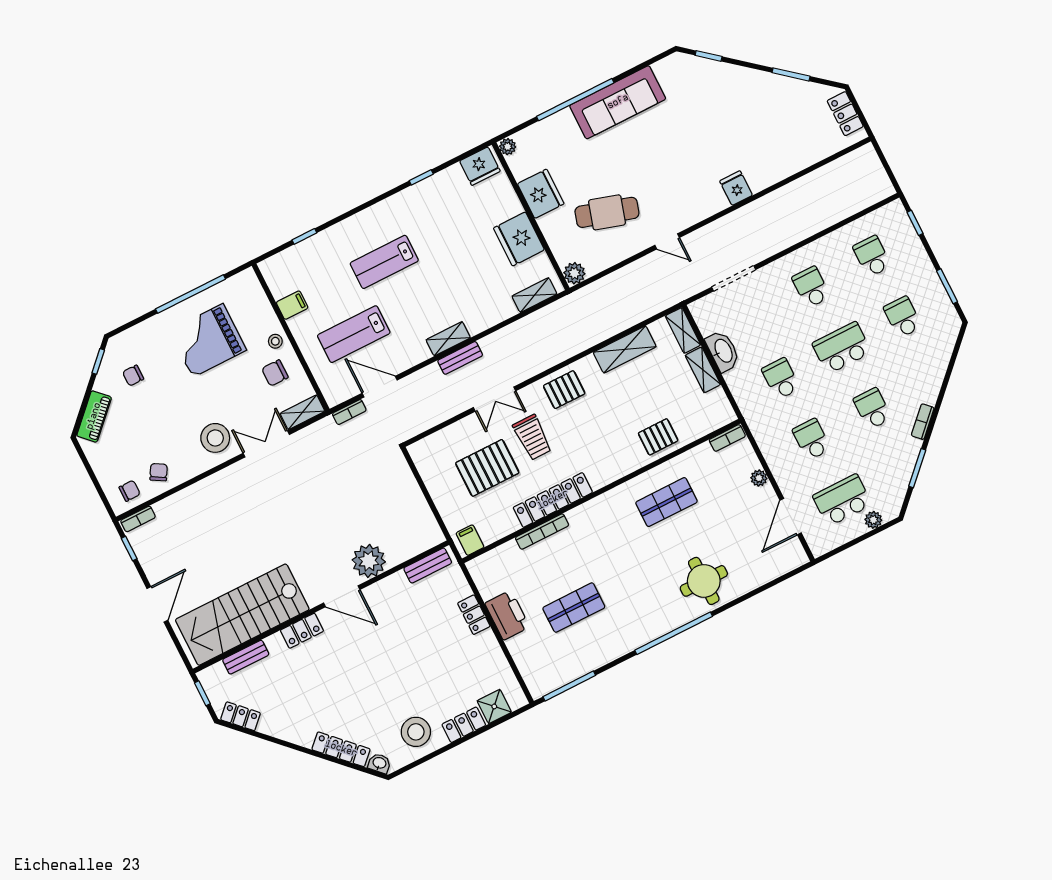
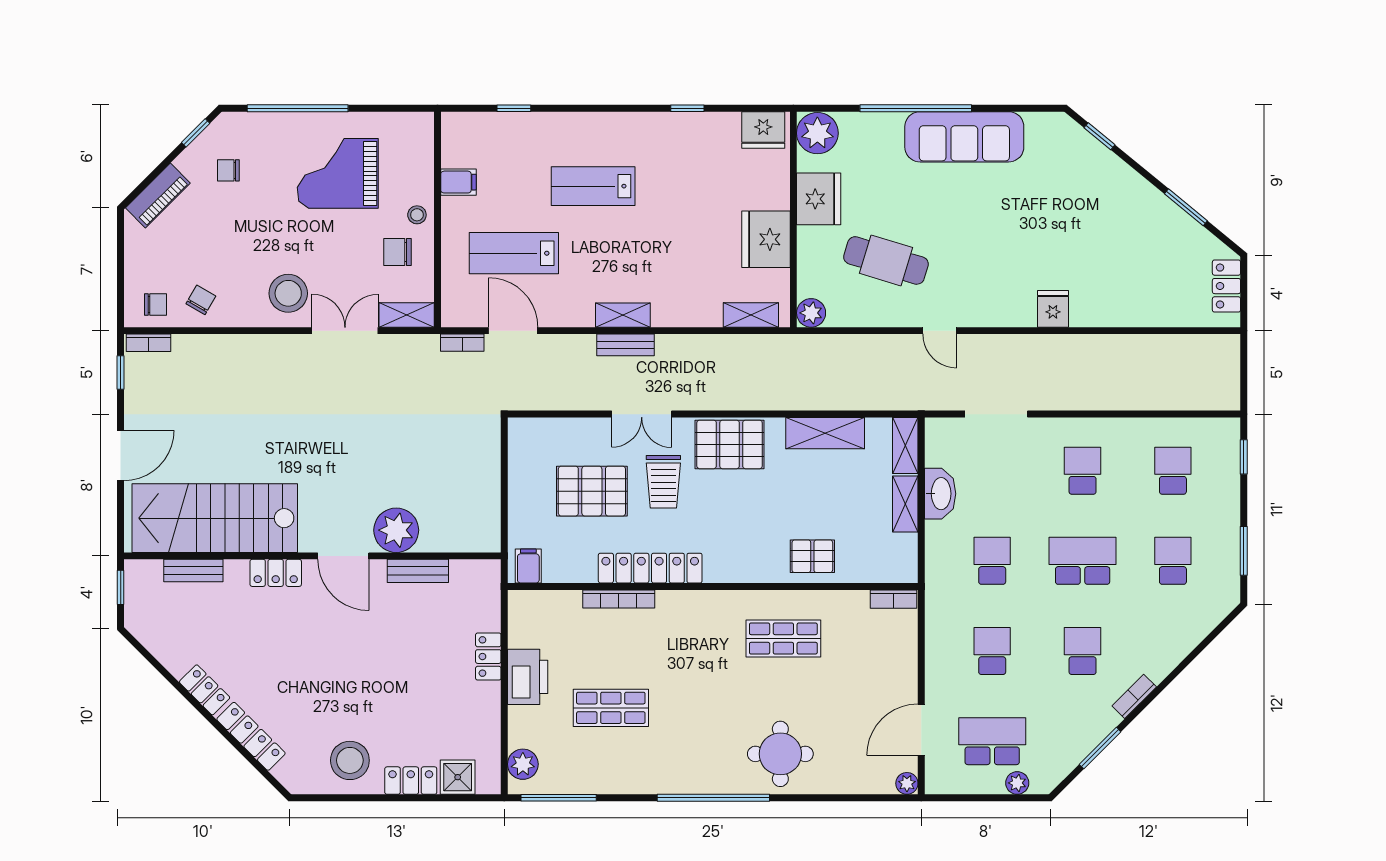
plant: (508, 147) -> (817, 133), width x1.88, depth x1.88
window: (190, 294) -> (298, 108), moved
pallet: (564, 390) -> (730, 444), width x1.50, depth x1.42
plant: (759, 478) -> (907, 783), moved
bench: (428, 566) -> (418, 571), moved
plant: (534, 676) -> (523, 764), added
locker: (241, 716) -> (205, 690), moved
washbasin: (379, 763) -> (288, 776), removed

